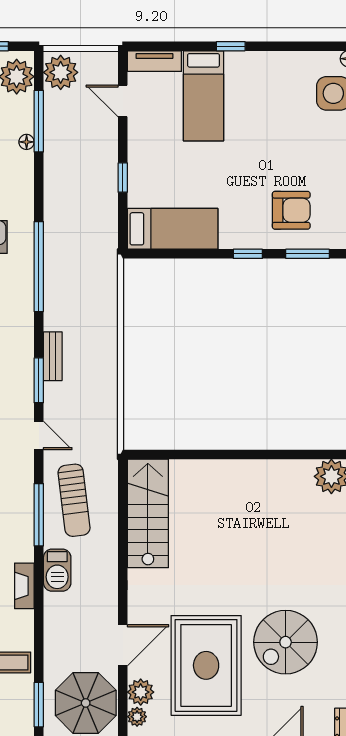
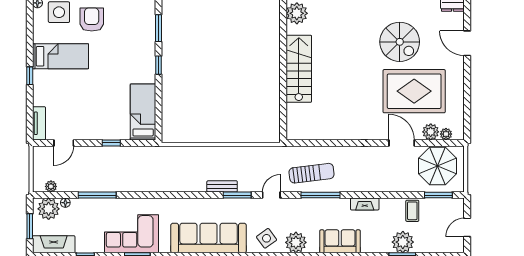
plant: (61, 72) -> (51, 186), width x0.53, depth x0.53
bed: (203, 96) -> (60, 56), moved
window: (39, 121) -> (97, 195), moved
floor lamp: (27, 142) -> (65, 203), moved
armchair: (291, 210) -> (92, 20), moved
window: (39, 267) -> (167, 195), removed
stairs: (148, 513) -> (299, 69), moved, turned 90
barbecue: (57, 570) -> (355, 184), removed

